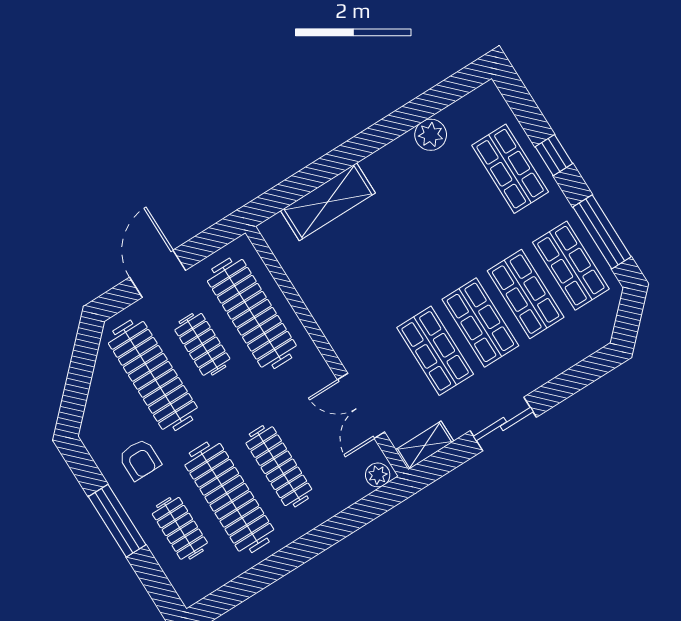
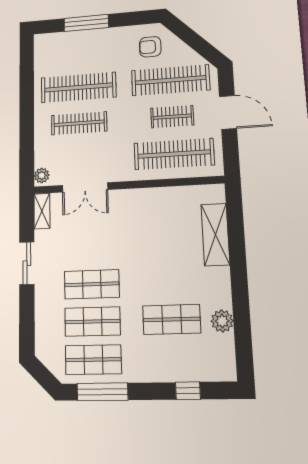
window: (554, 155) -> (188, 391), moved
shop shelf: (510, 169) -> (172, 319), moved
shop shelf: (435, 351) -> (91, 248), removed
double door: (361, 406) -> (85, 187), swing flipped
armchair: (140, 459) -> (150, 47), moved
window: (117, 521) -> (86, 23), moved
clothes rail: (180, 528) -> (78, 52), removed

